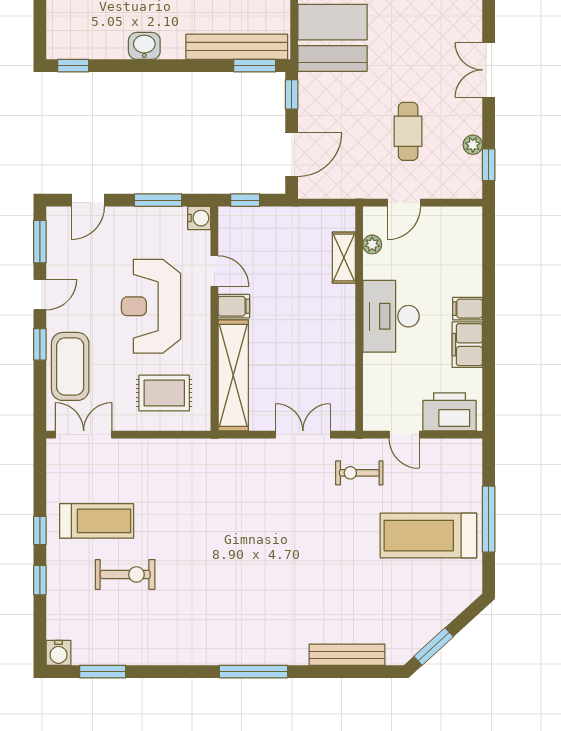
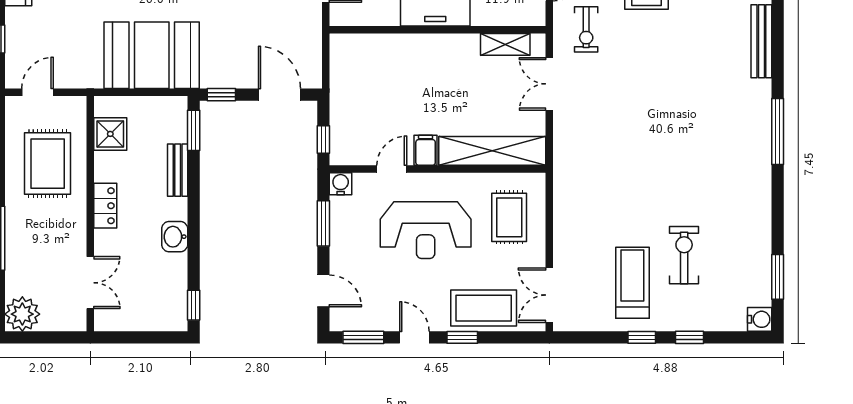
bench: (237, 47) -> (178, 170), width x0.54, depth x0.82
plant: (372, 244) -> (366, 17), removed
shelving: (344, 258) -> (505, 44), moved

